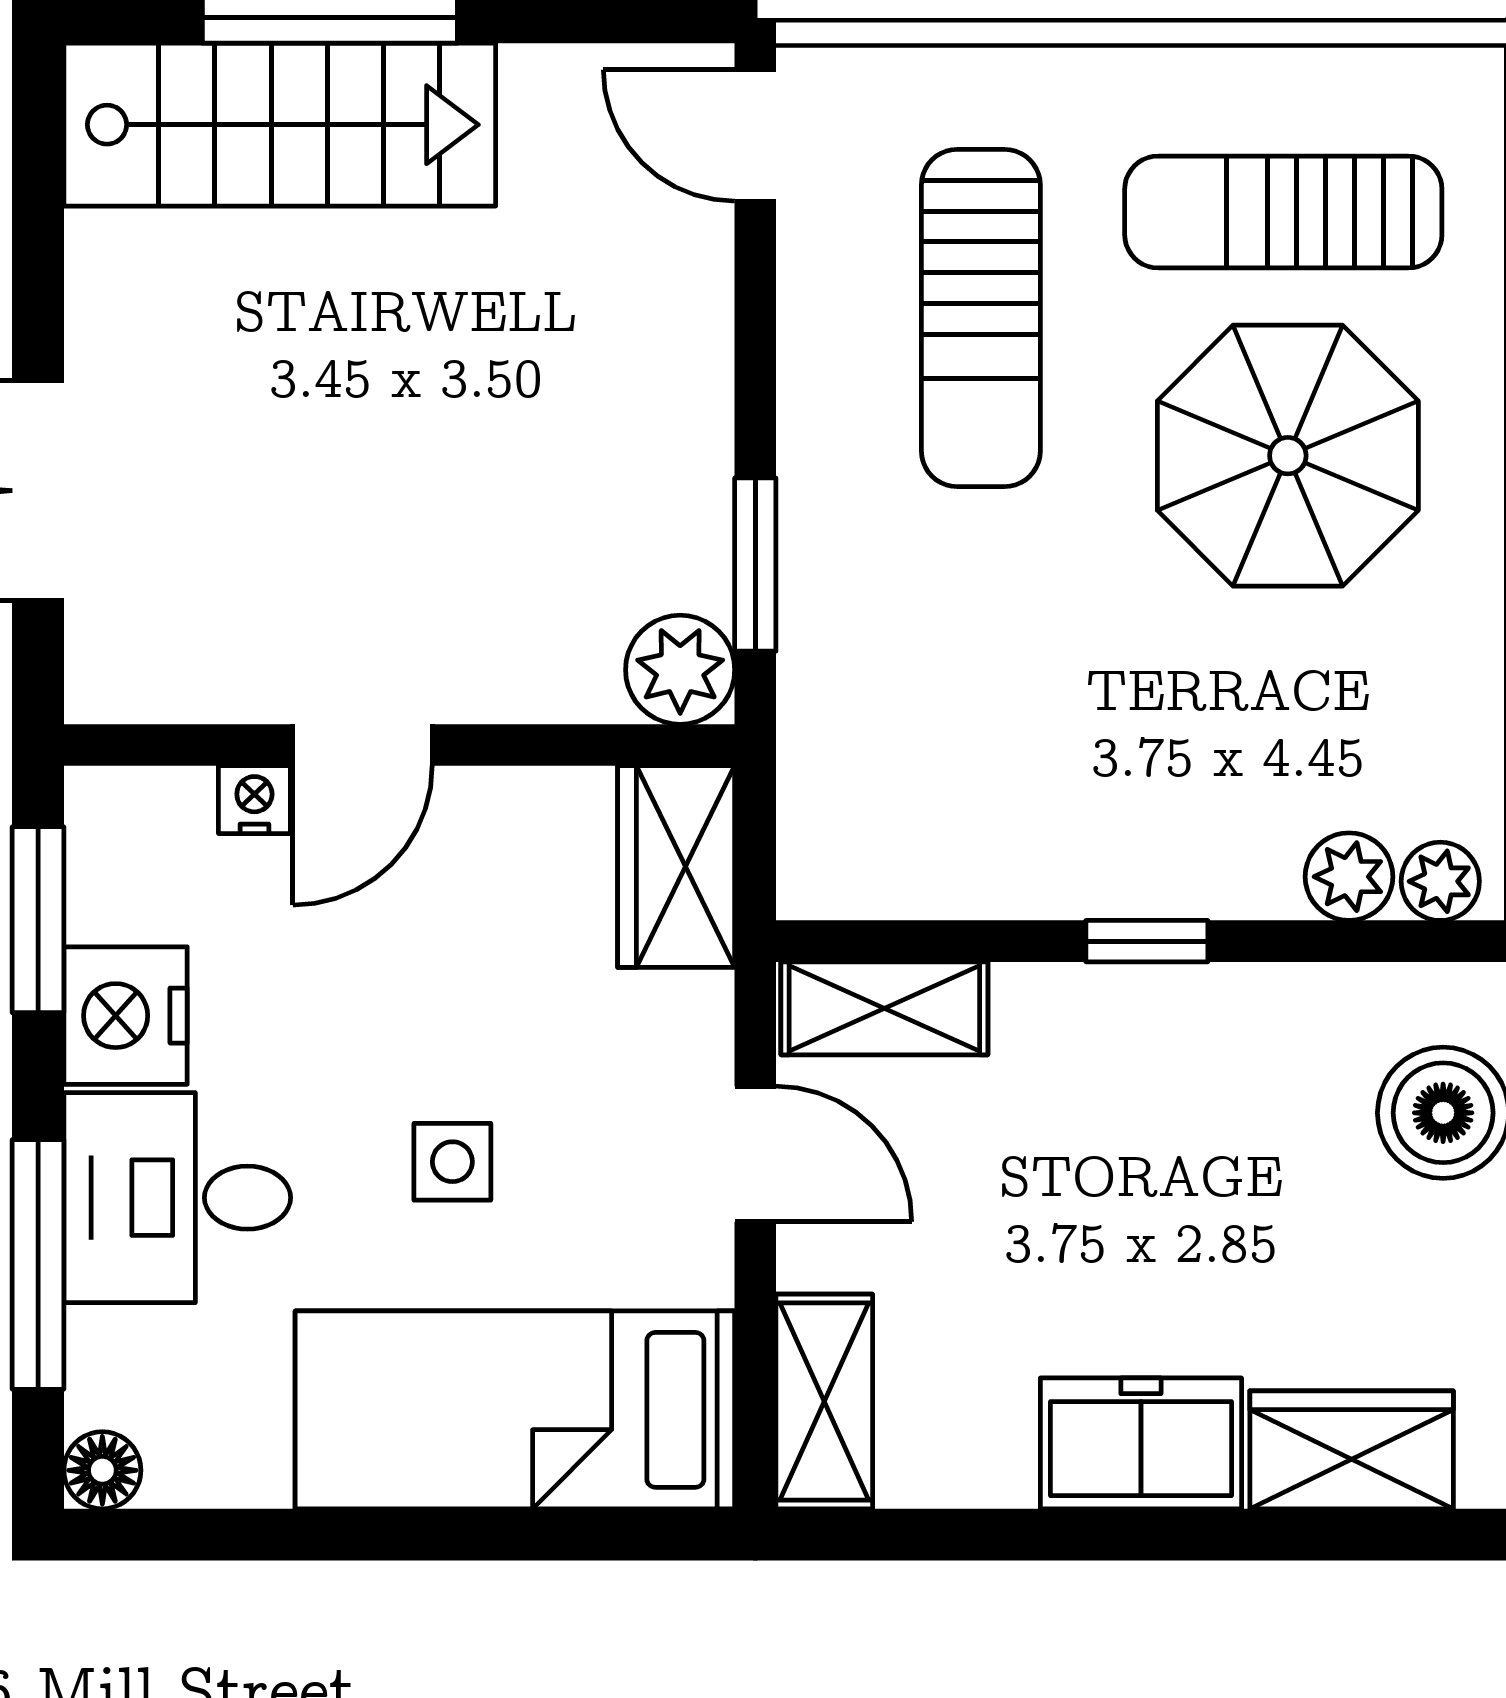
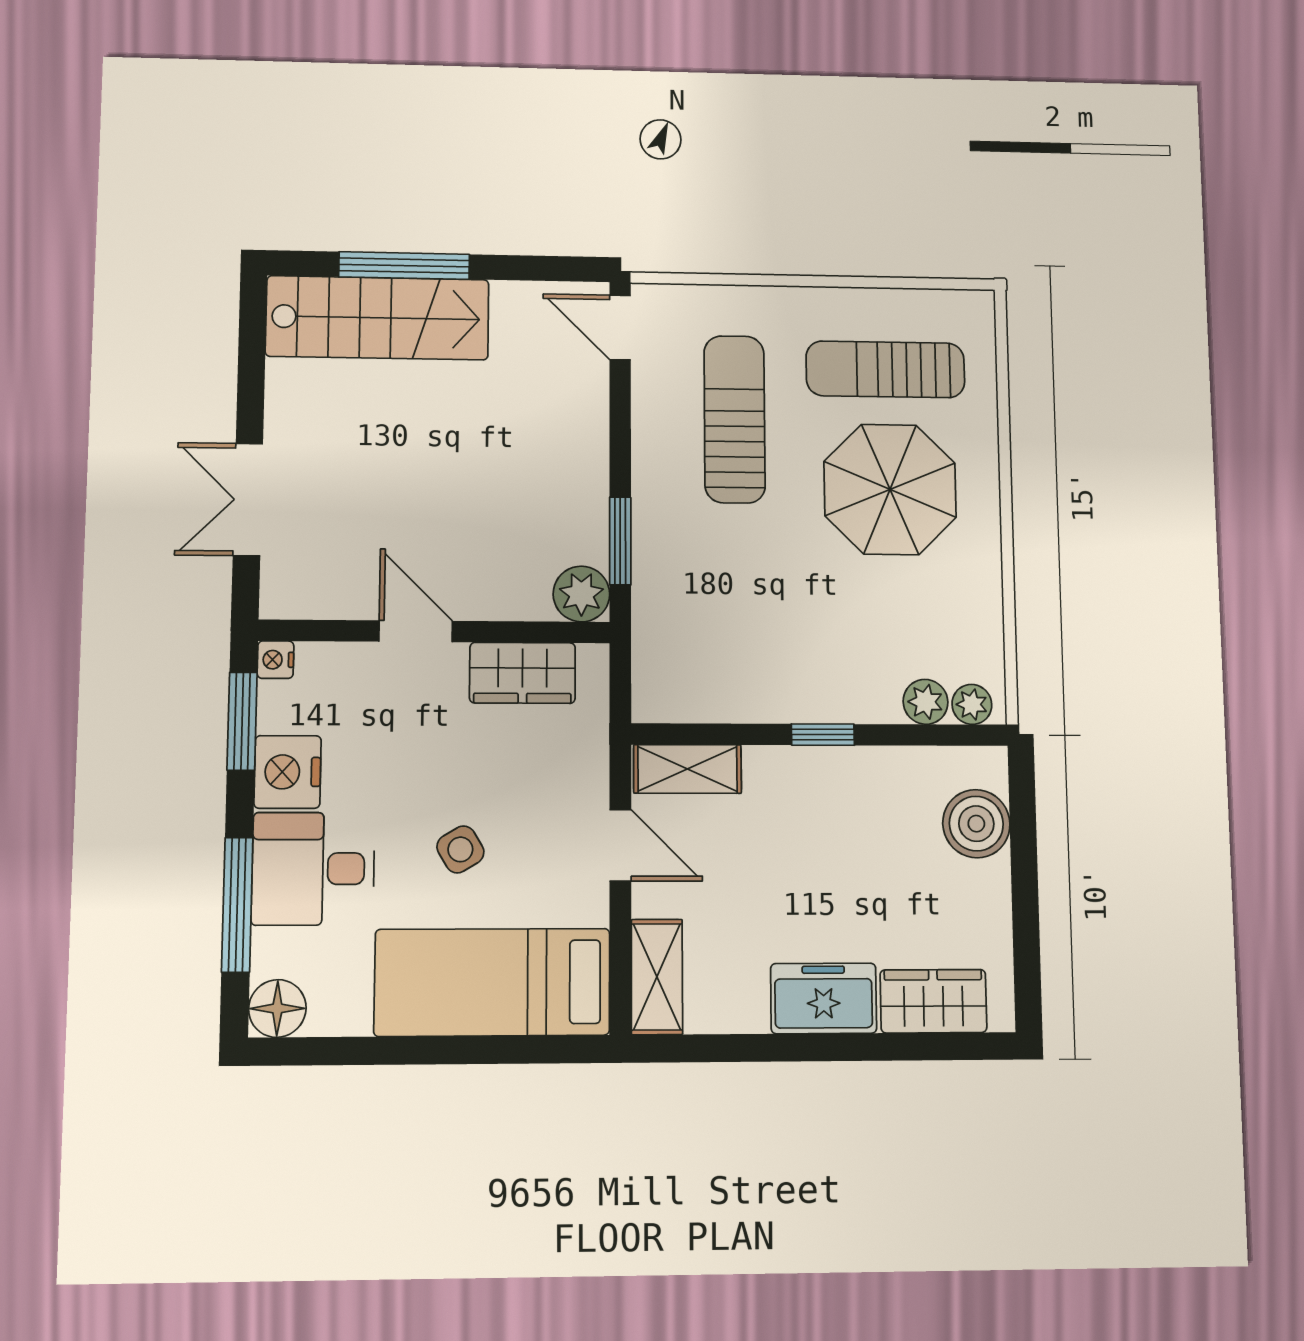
sun lounger: (981, 318) -> (735, 419), turned 180
door: (363, 745) -> (416, 631), swing flipped
nightstand: (254, 800) -> (275, 660), moved, turned -90
wardrobe: (676, 867) -> (523, 673), moved, turned -90
side table: (452, 1162) -> (460, 849), turned -31
floor lamp: (102, 1470) -> (277, 1008), width x1.37, depth x1.37

